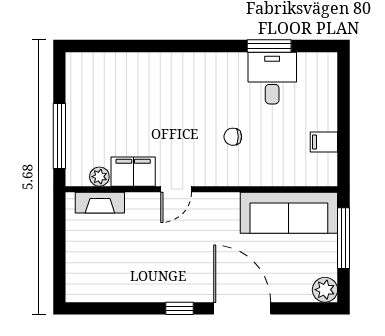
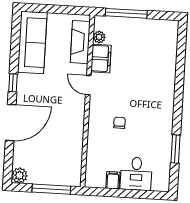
desk: (272, 78) -> (136, 174), moved, turned 90
fireplace: (100, 203) -> (80, 42), width x1.37, depth x1.32
sofa: (289, 213) -> (32, 42), moved, turned 180

